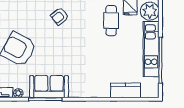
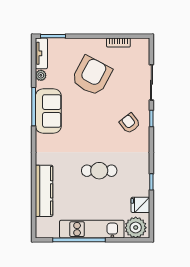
cafe table: (111, 21) -> (99, 171), moved
kitchen counter: (125, 90) -> (44, 191), width x1.50

